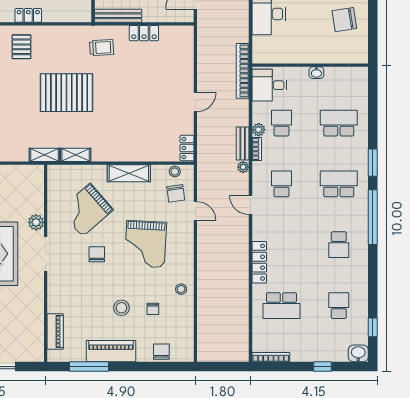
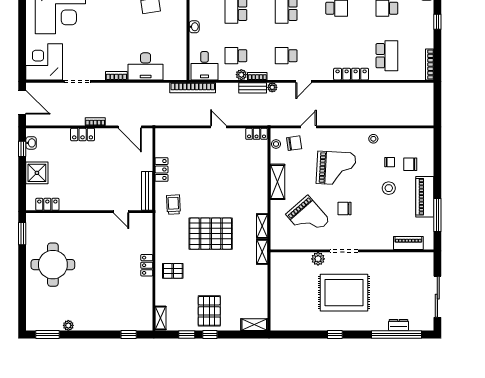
pallet: (67, 93) -> (211, 234), turned 90
chair: (161, 352) -> (410, 164), moved

